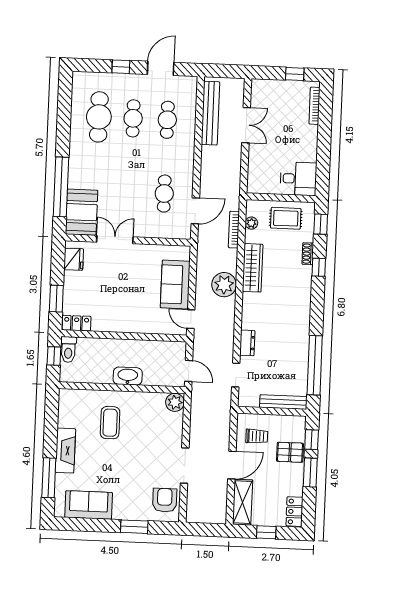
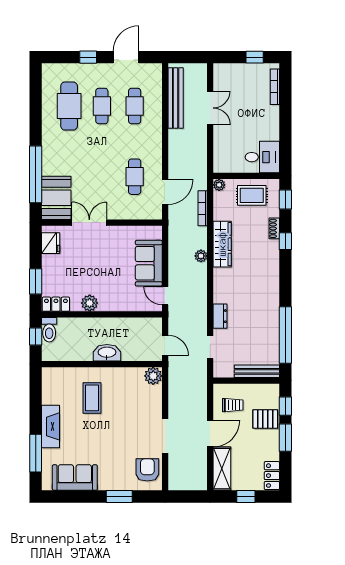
plant: (251, 223) -> (219, 185), moved
plant: (224, 285) -> (201, 256), width x0.53, depth x0.53
plant: (112, 323) -> (90, 303), added

